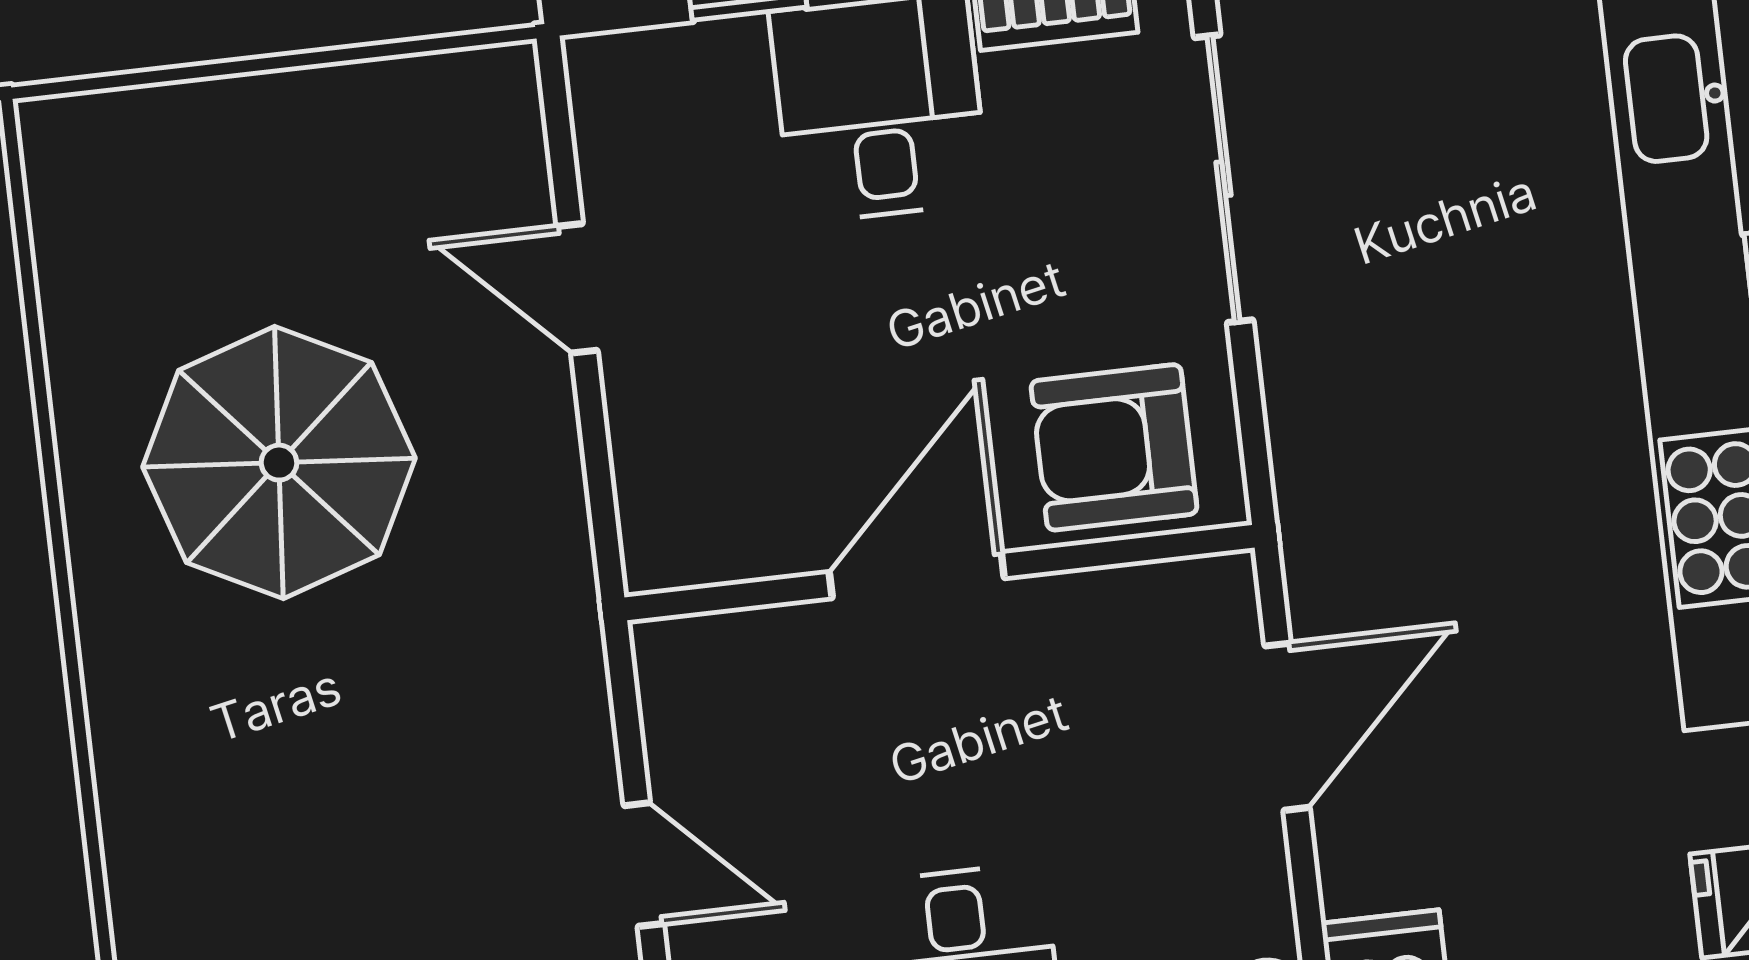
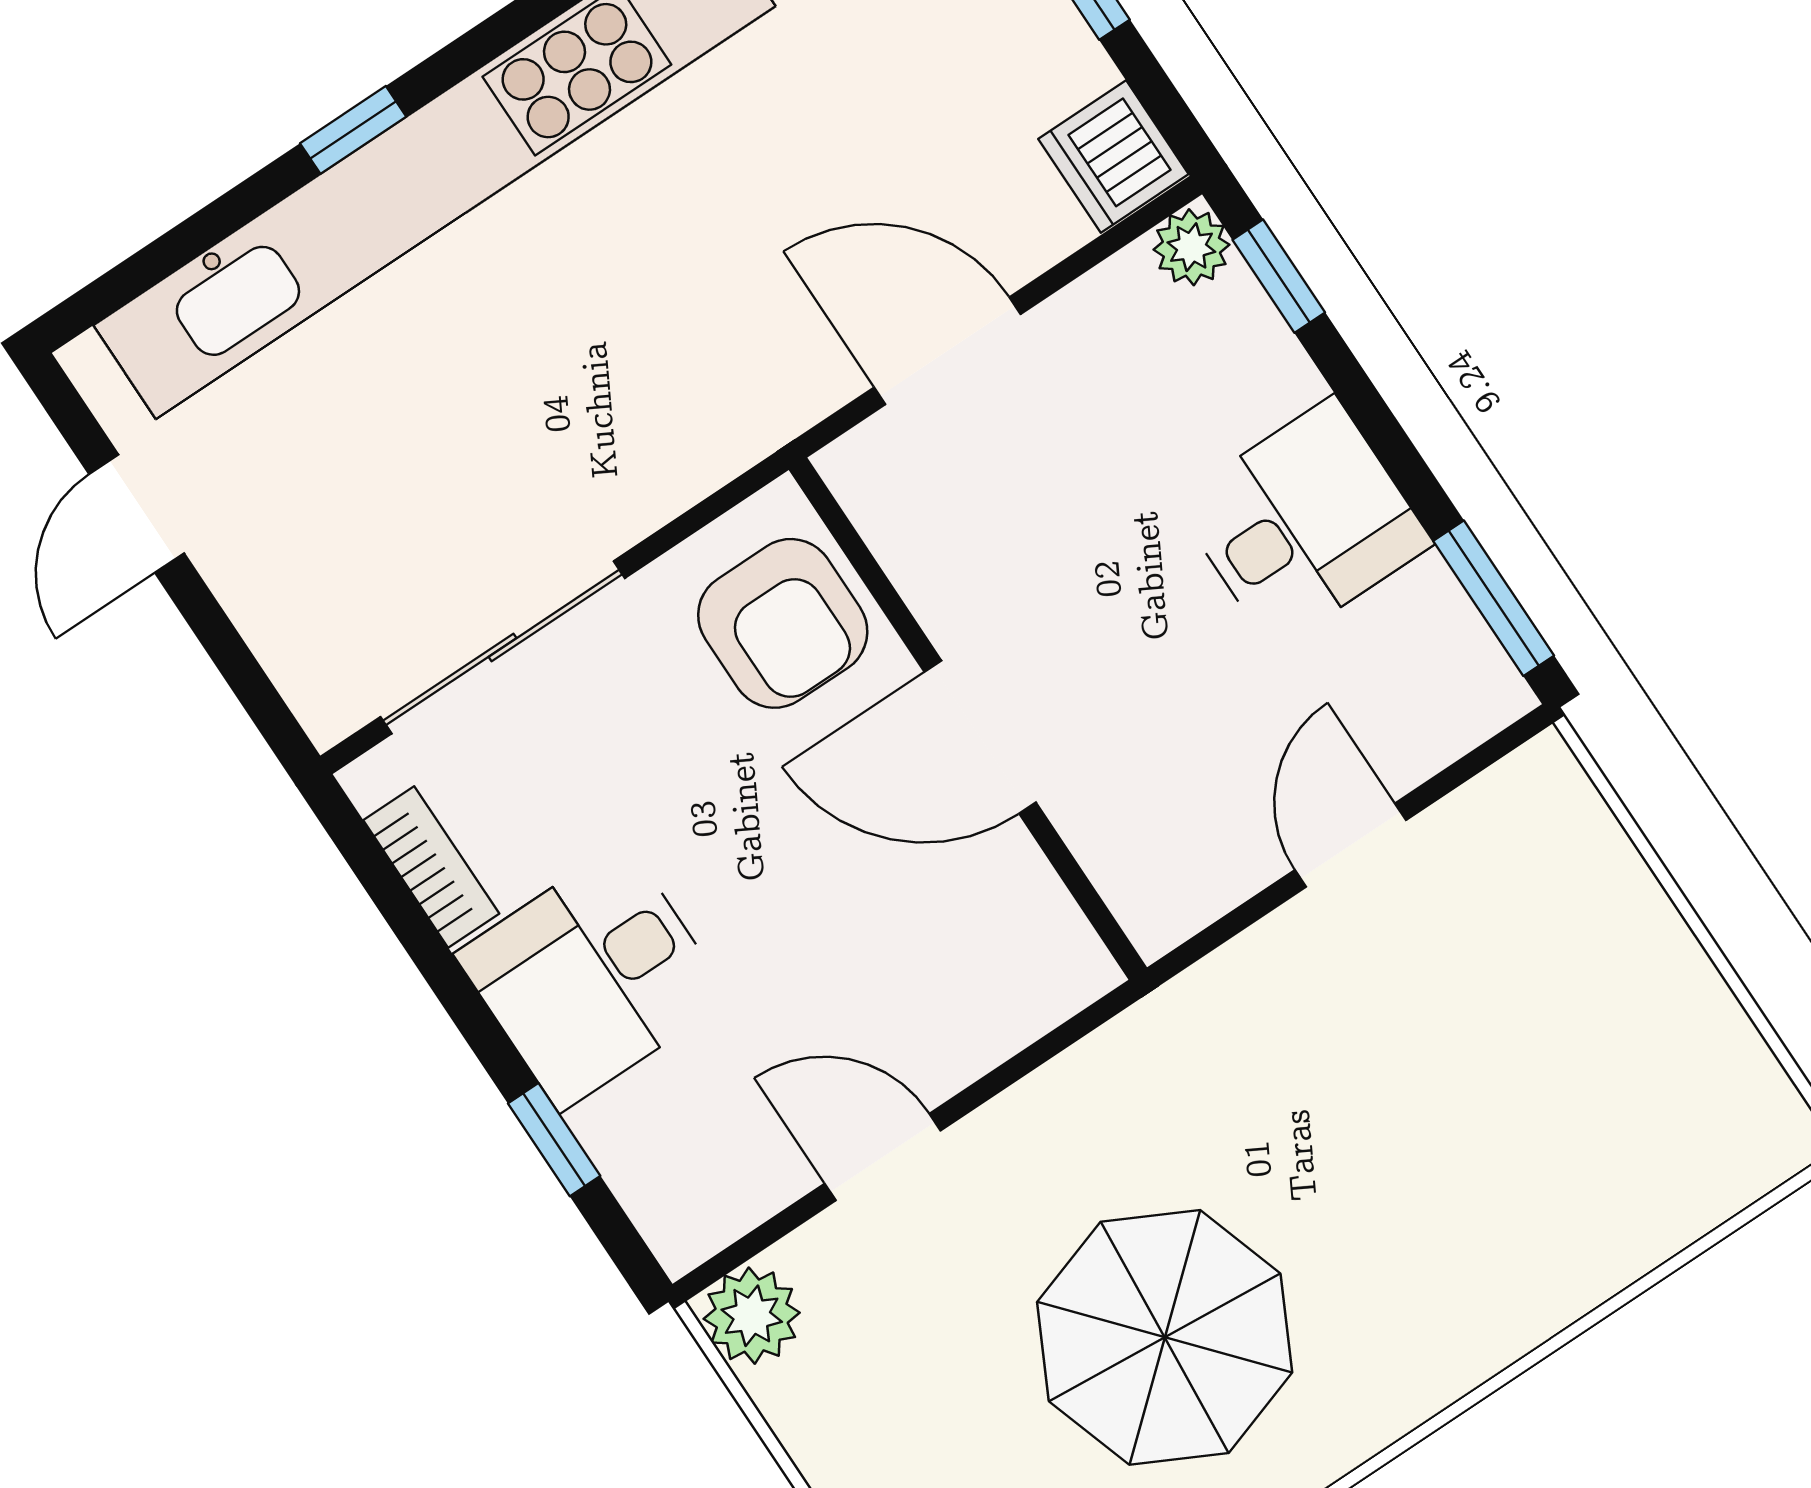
plant: (493, 94) -> (752, 1316), added
door: (577, 288) -> (883, 1157), swing flipped

